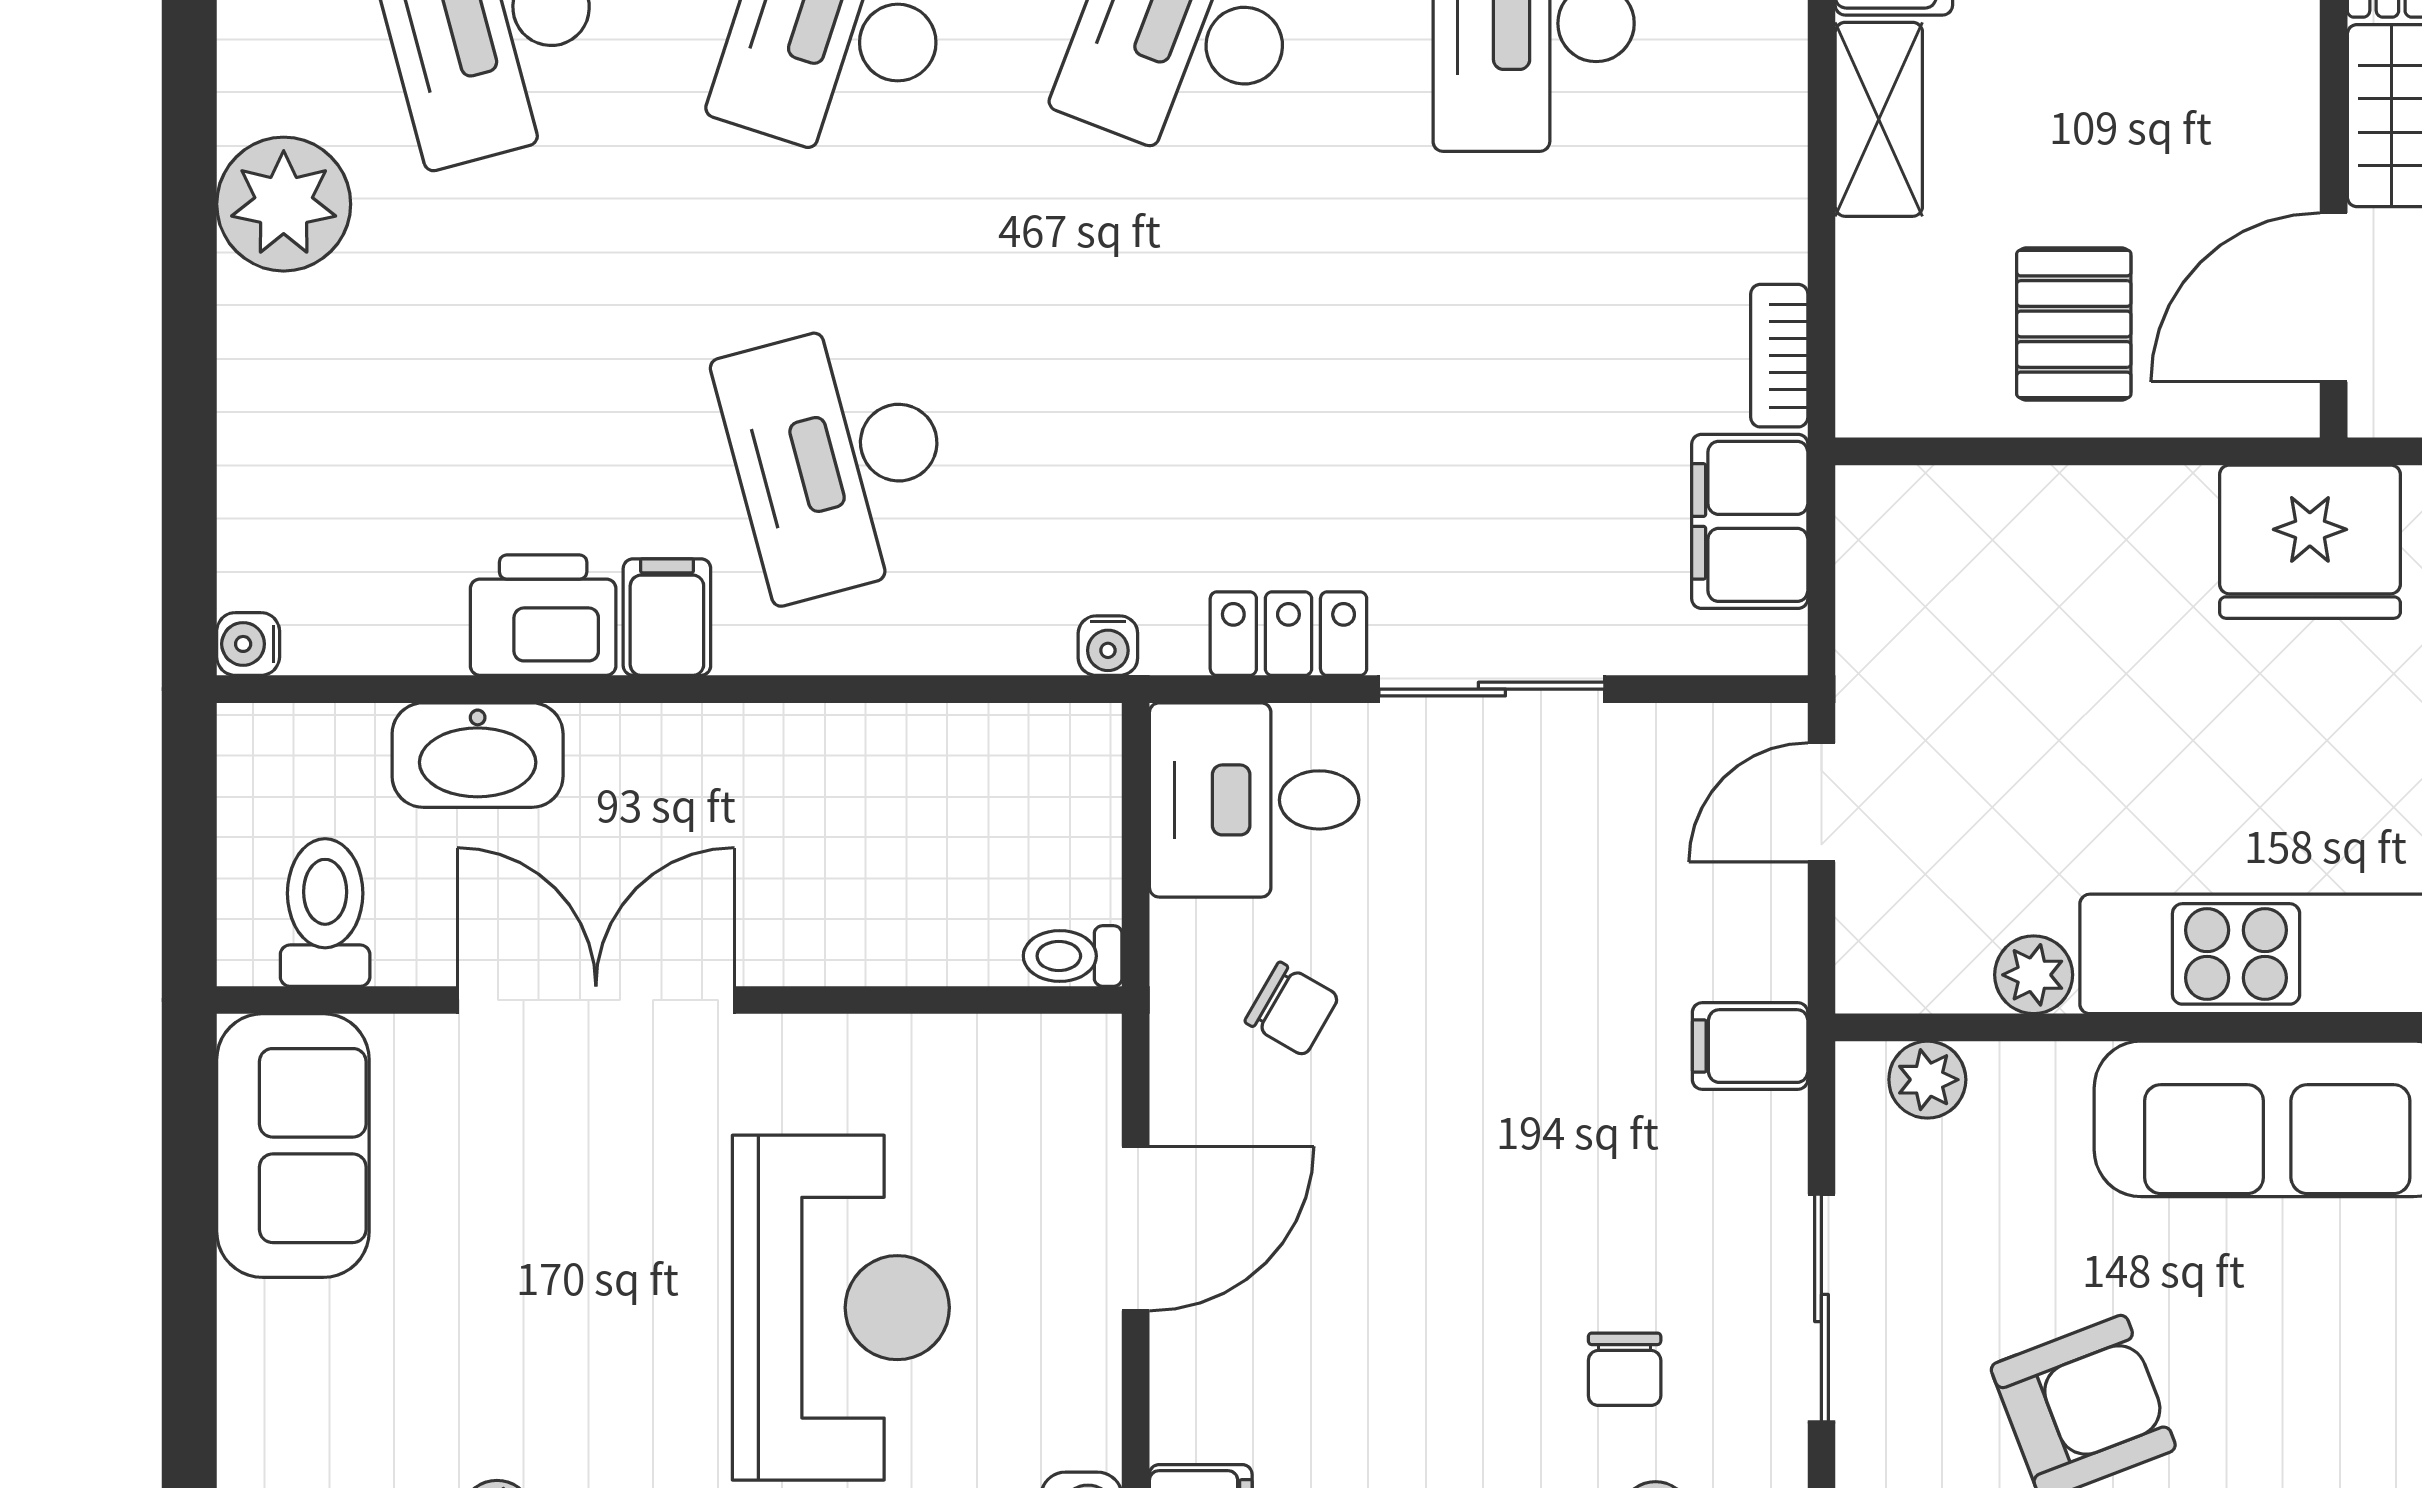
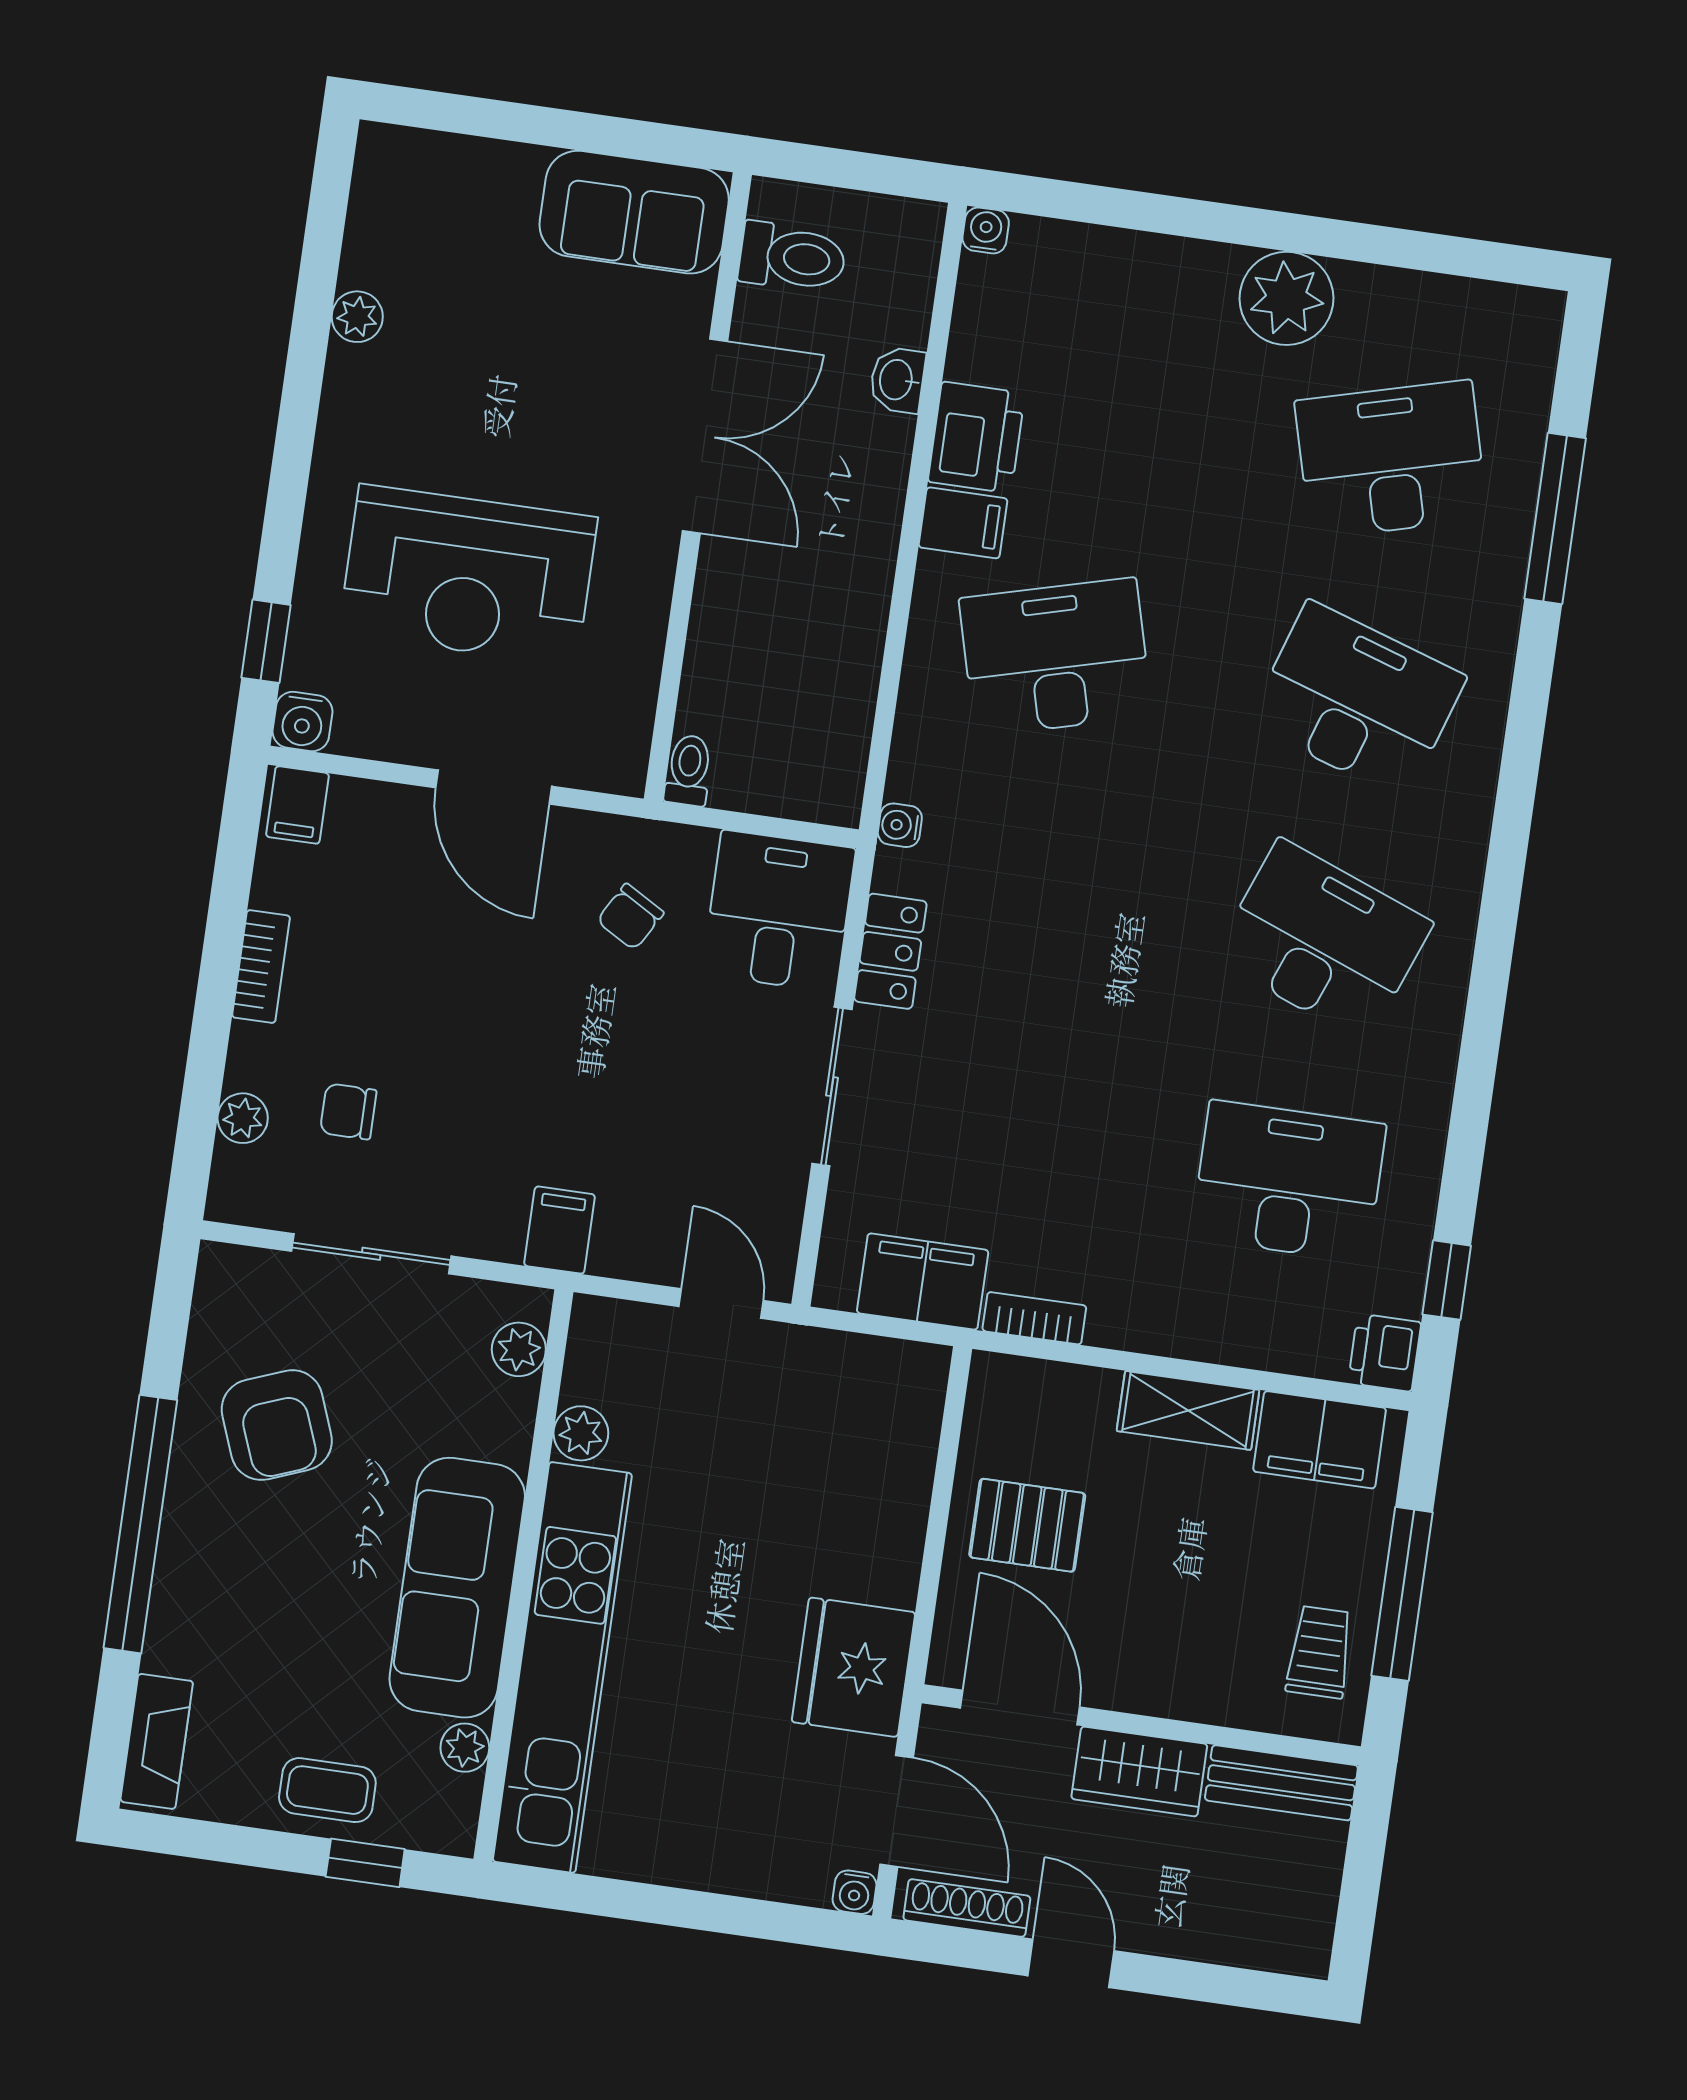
washbasin: (478, 755) -> (897, 380), width x0.52, depth x0.69

